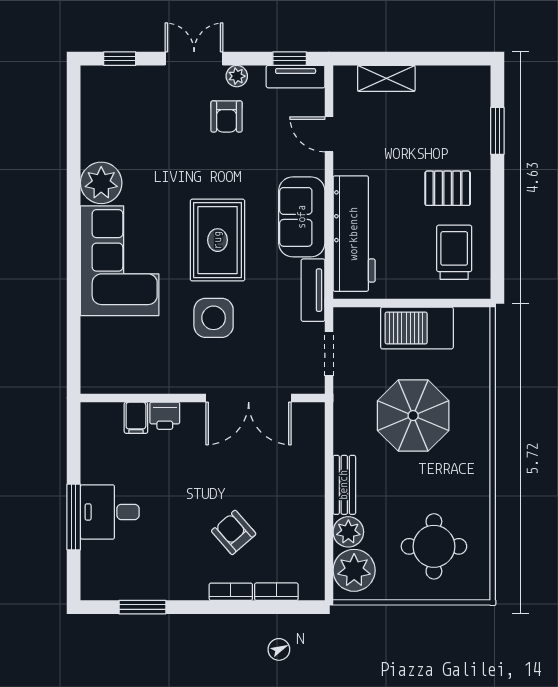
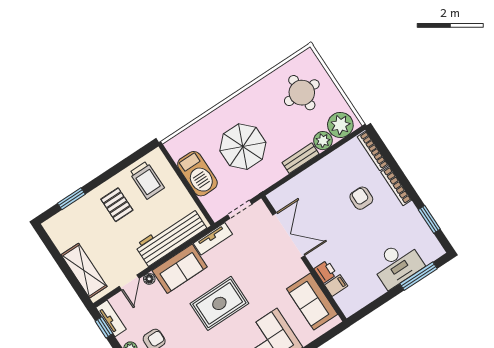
shelving: (386, 78) -> (84, 271), width x1.50, depth x1.33
floor lamp: (316, 165) -> (149, 279), added
trolley: (454, 252) -> (147, 180), turned -90
side table: (214, 318) -> (260, 280), removed
sofa: (136, 370) -> (312, 302), added
desk: (110, 512) -> (397, 264), width x1.37
window: (74, 517) -> (418, 276), moved
armchair: (234, 532) -> (361, 198), turned 131
bookcase: (231, 592) -> (396, 186), width x1.56
bookcase: (276, 592) -> (373, 151), width x1.56

